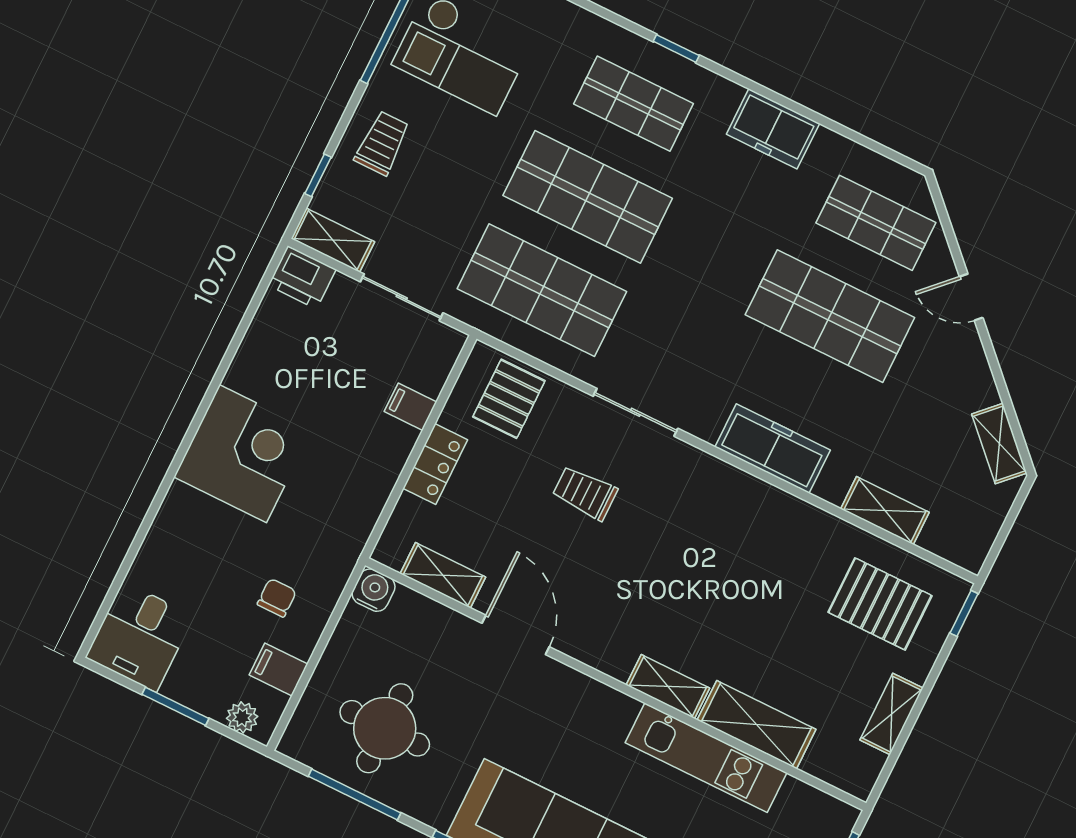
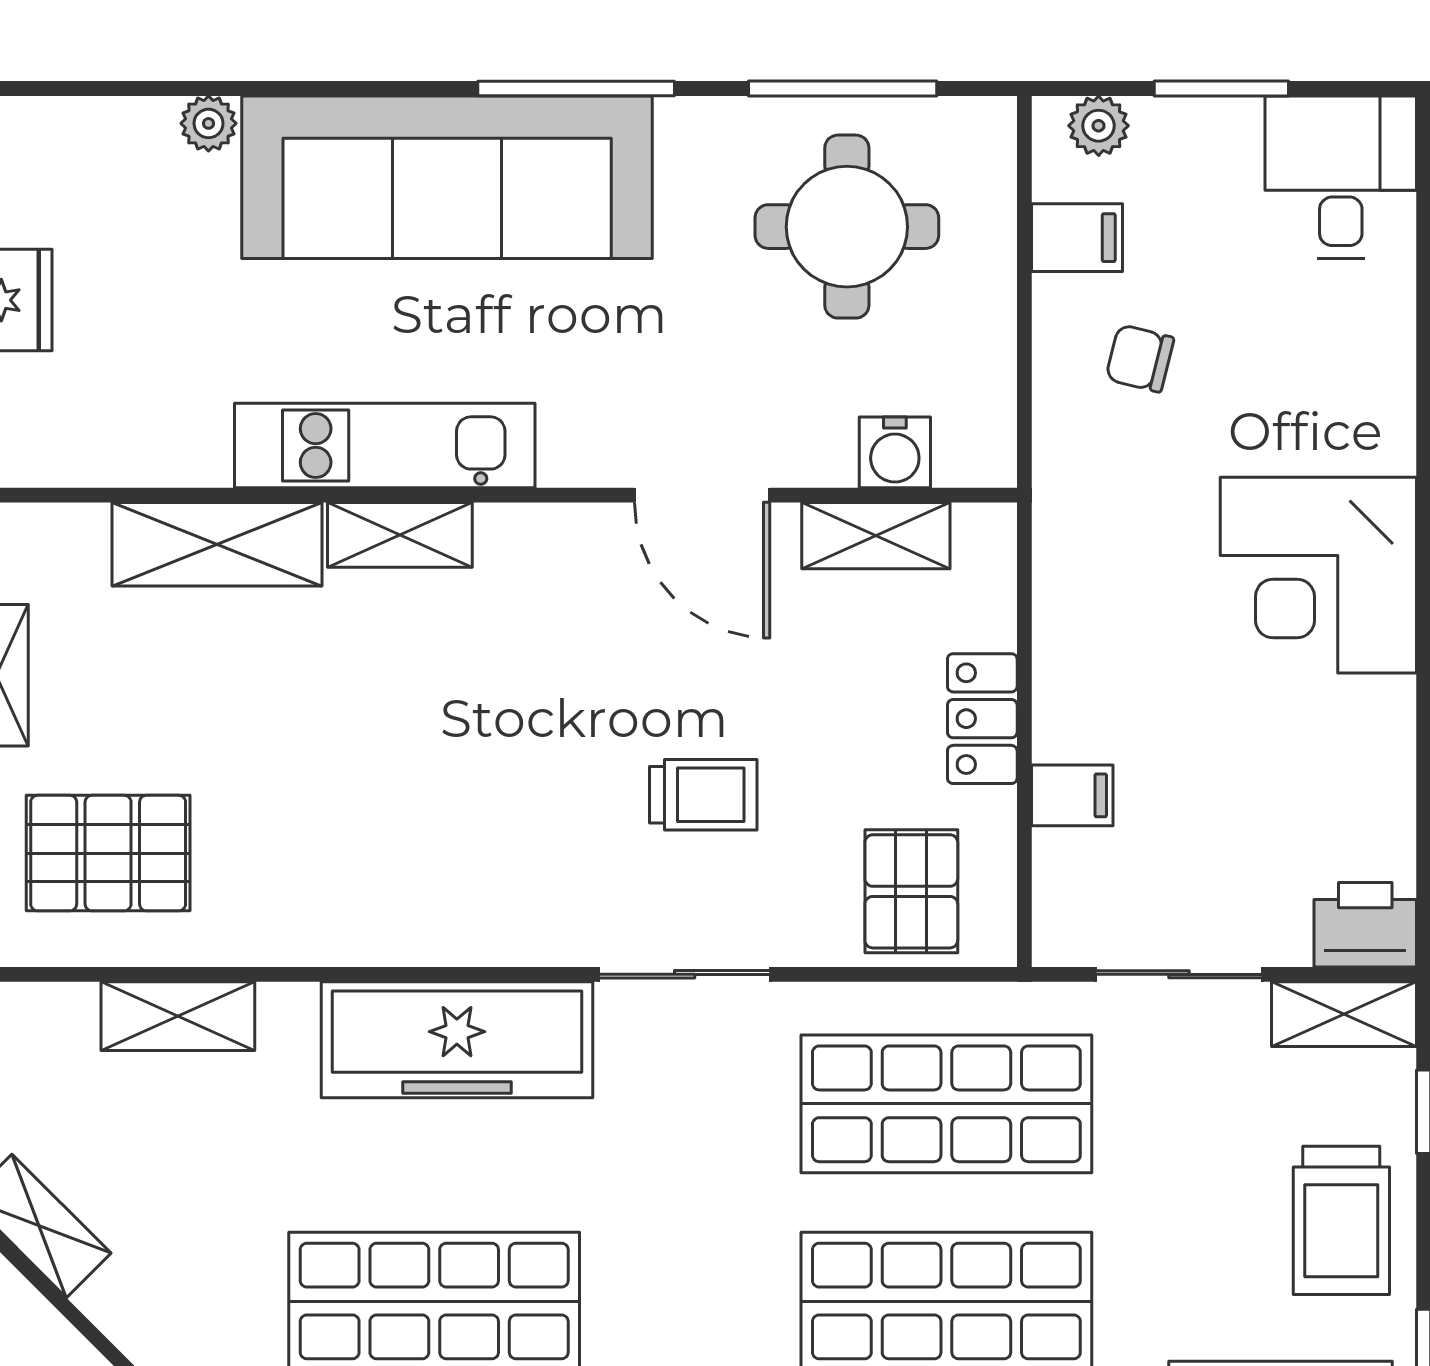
trolley: (382, 143) -> (1341, 1220), width x1.36, depth x1.39
freezer: (773, 449) -> (457, 1040), width x1.36, depth x1.26
water cooler: (374, 590) -> (895, 452), moved
chair: (277, 598) -> (1140, 358), turned 104
kitchen unit: (706, 758) -> (385, 446), moved

